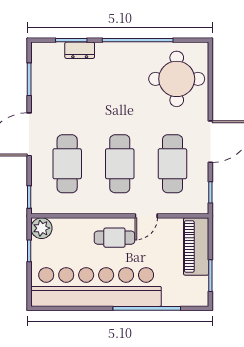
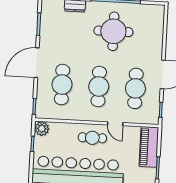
round table: (177, 79) -> (113, 31), moved
door: (146, 216) -> (115, 124), hinge flipped

